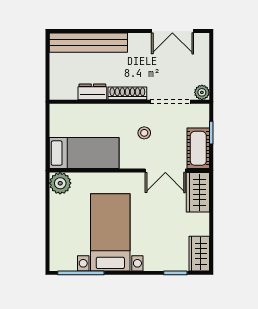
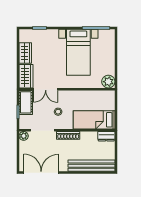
double door: (172, 31) -> (41, 173), width x1.37
dresser: (92, 92) -> (106, 136), moved
bed: (84, 153) -> (94, 120), moved
double door: (165, 171) -> (46, 89), swing flipped
wardrobe: (199, 254) -> (25, 53), moved

